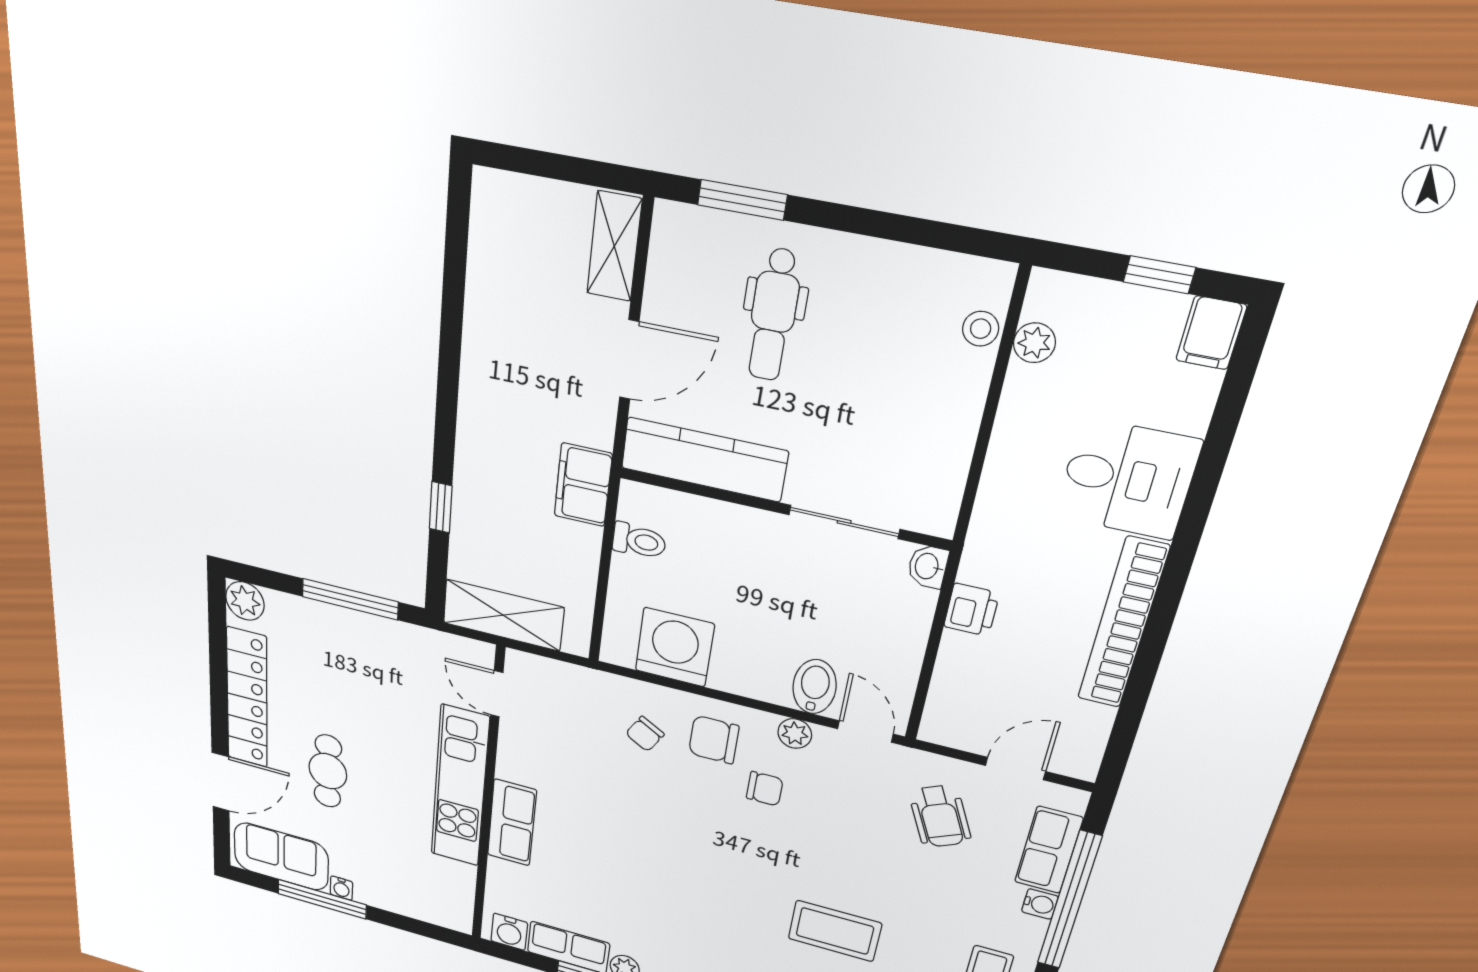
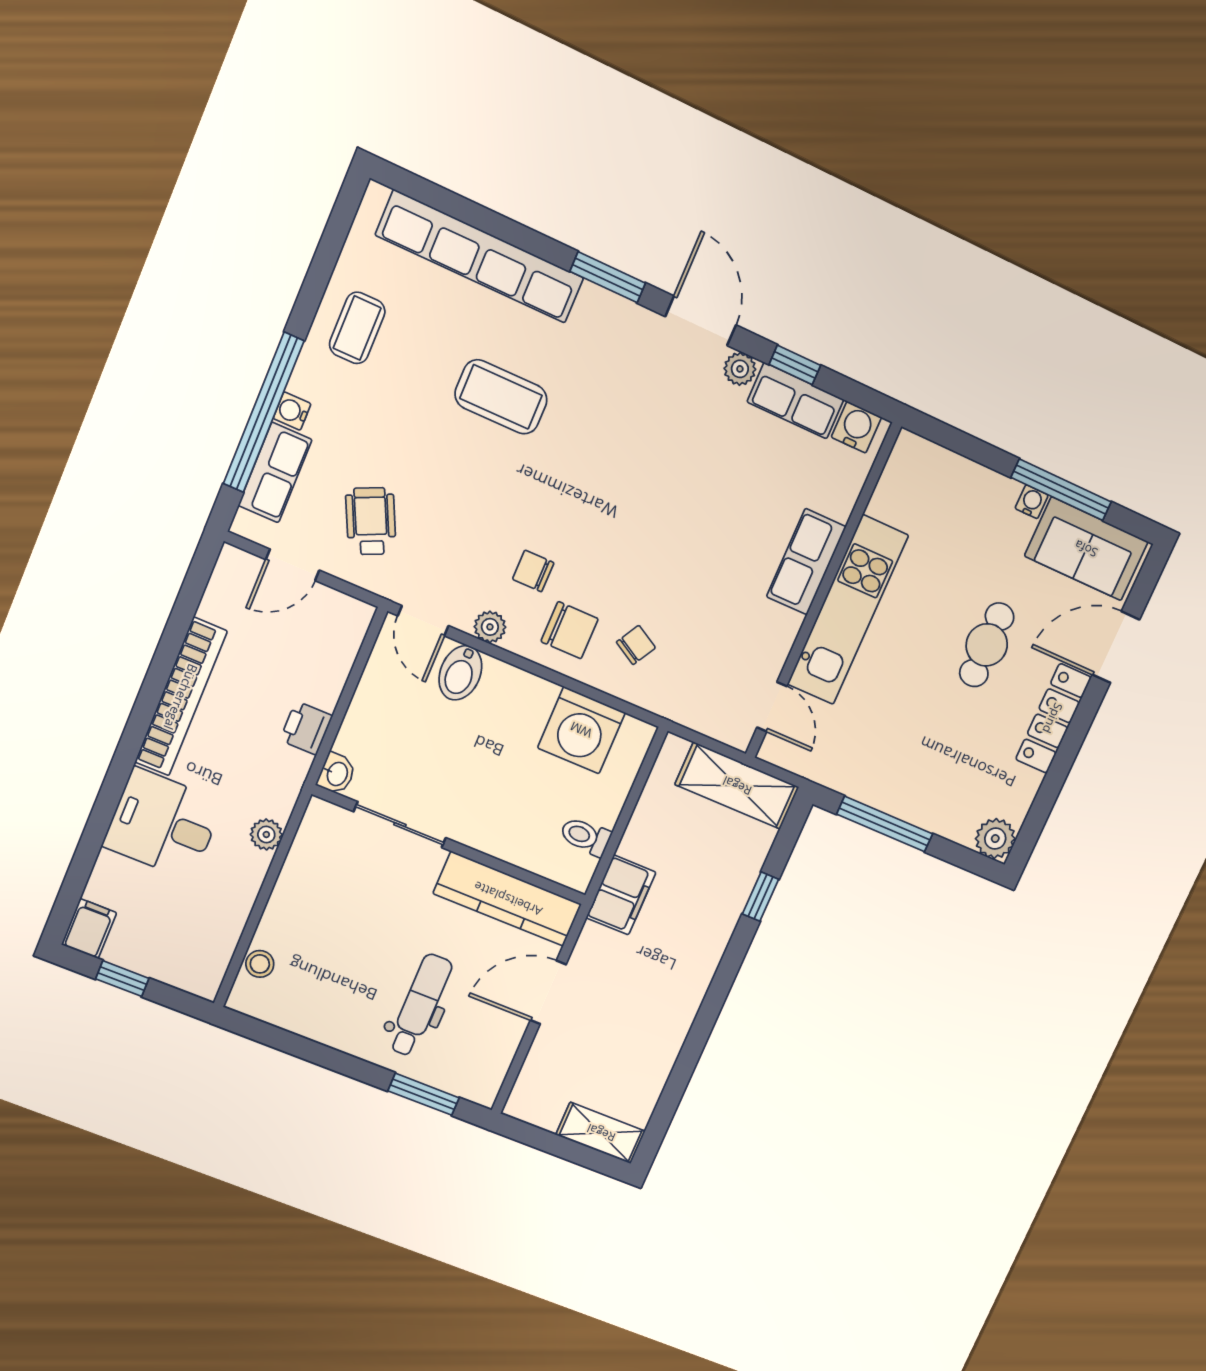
shelving: (614, 246) -> (601, 1133), moved, turned 90
plant: (1034, 343) -> (266, 835), moved
locker: (247, 698) -> (1053, 718), width x0.71, depth x0.83

